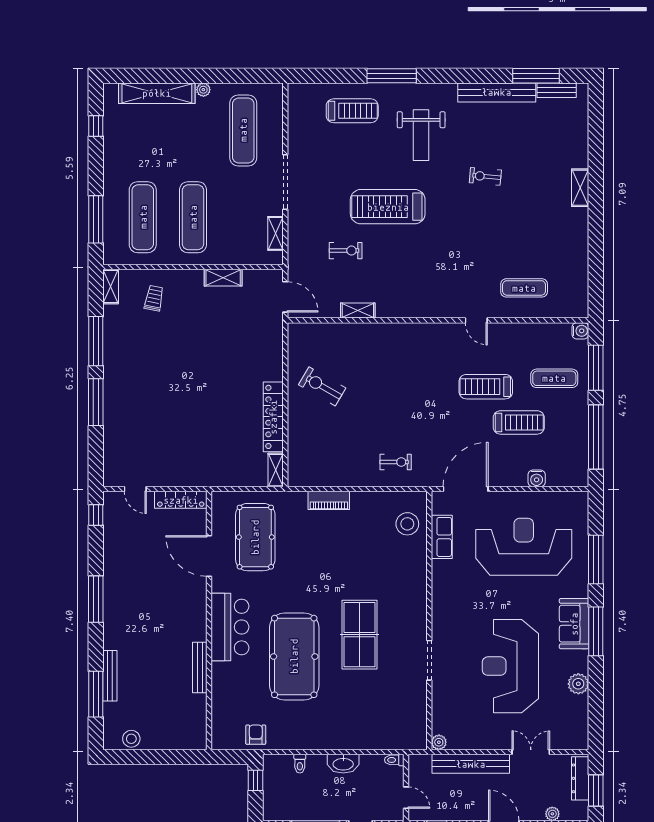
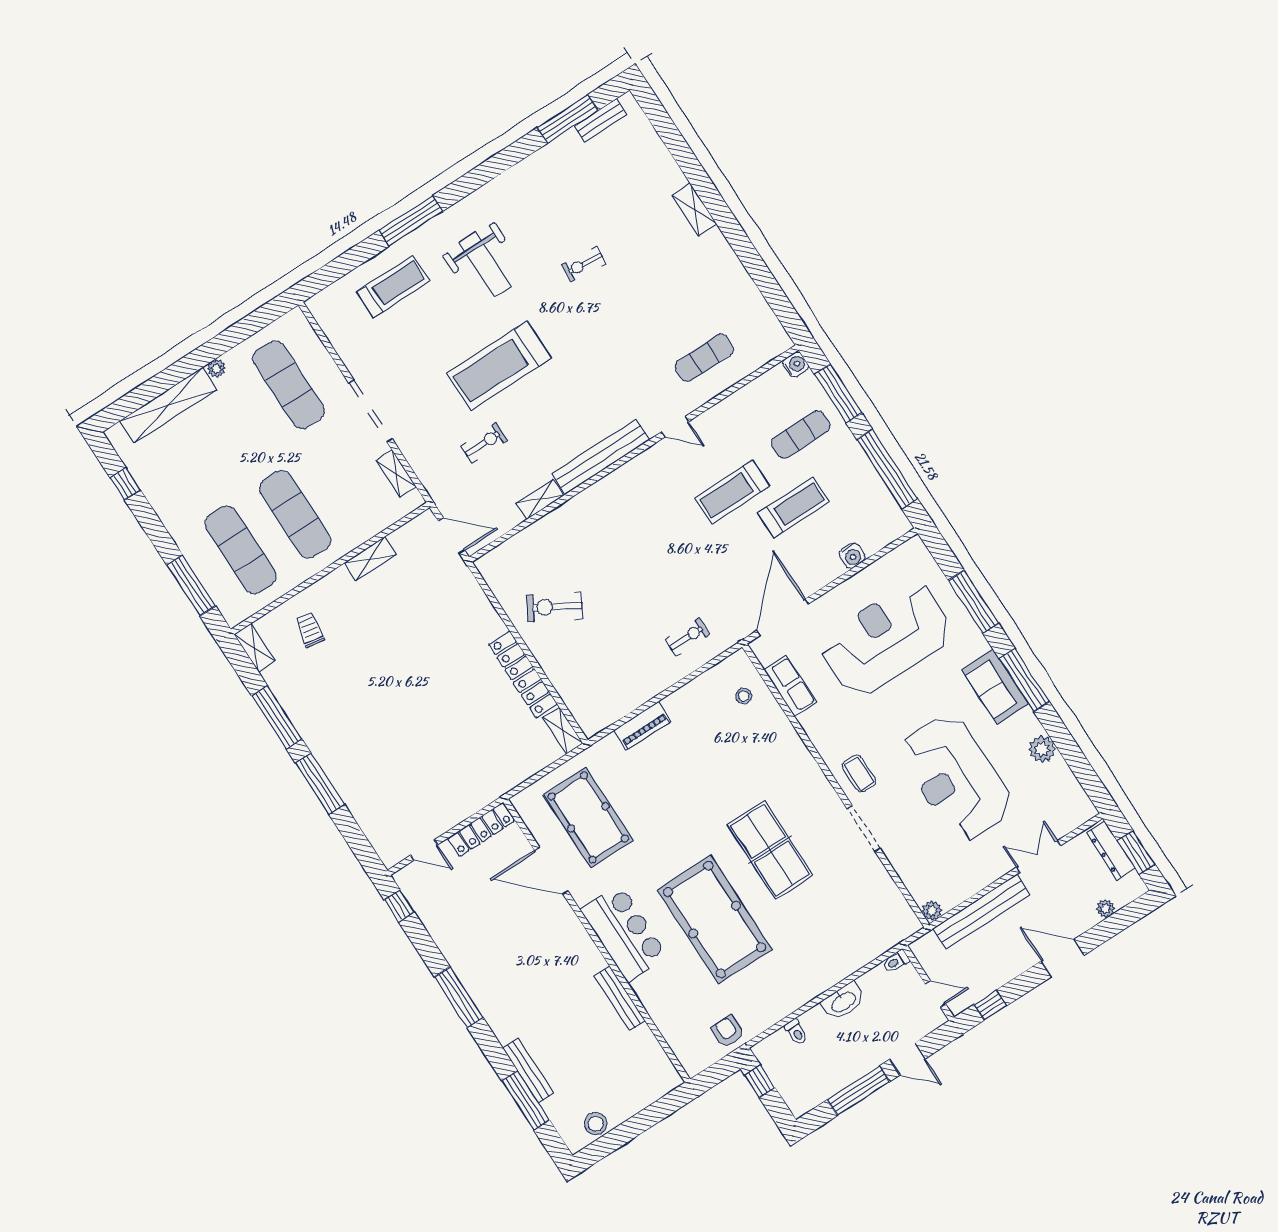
bench: (497, 92) -> (601, 457), moved
stool: (407, 524) -> (744, 696), width x0.53, depth x0.53
coffee table: (449, 623) -> (859, 774), added

